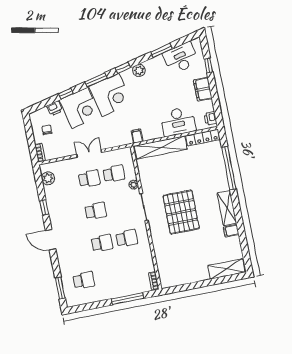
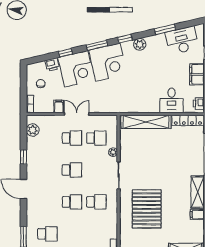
desk: (178, 122) -> (172, 100), width x0.73
filing cabinet: (137, 136) -> (59, 106), moved
pallet: (181, 212) -> (147, 209), moved

